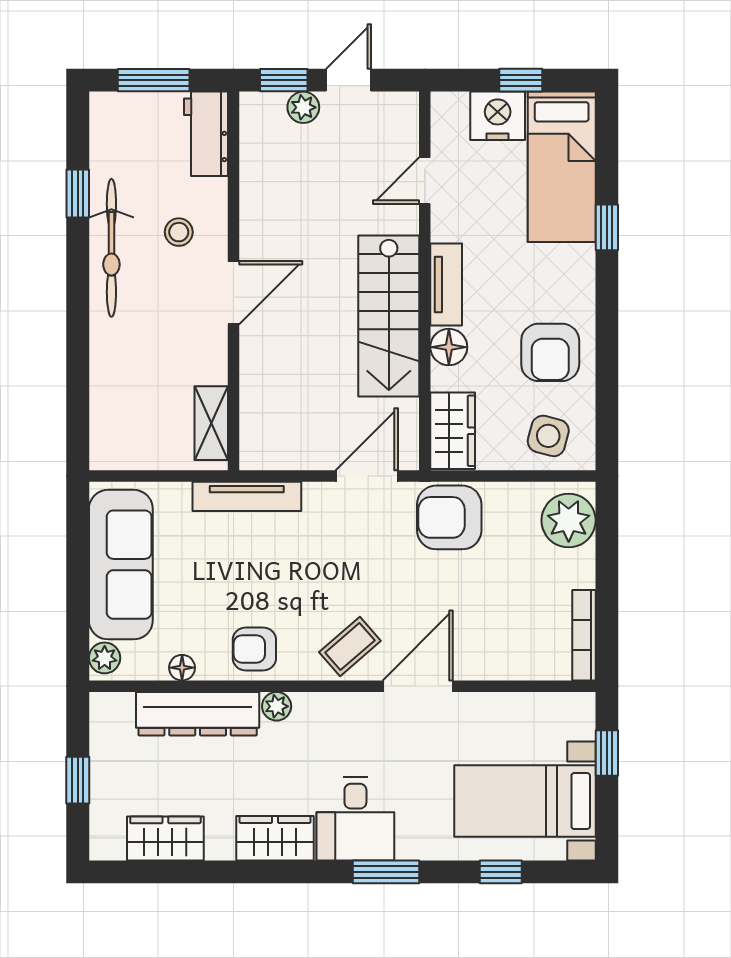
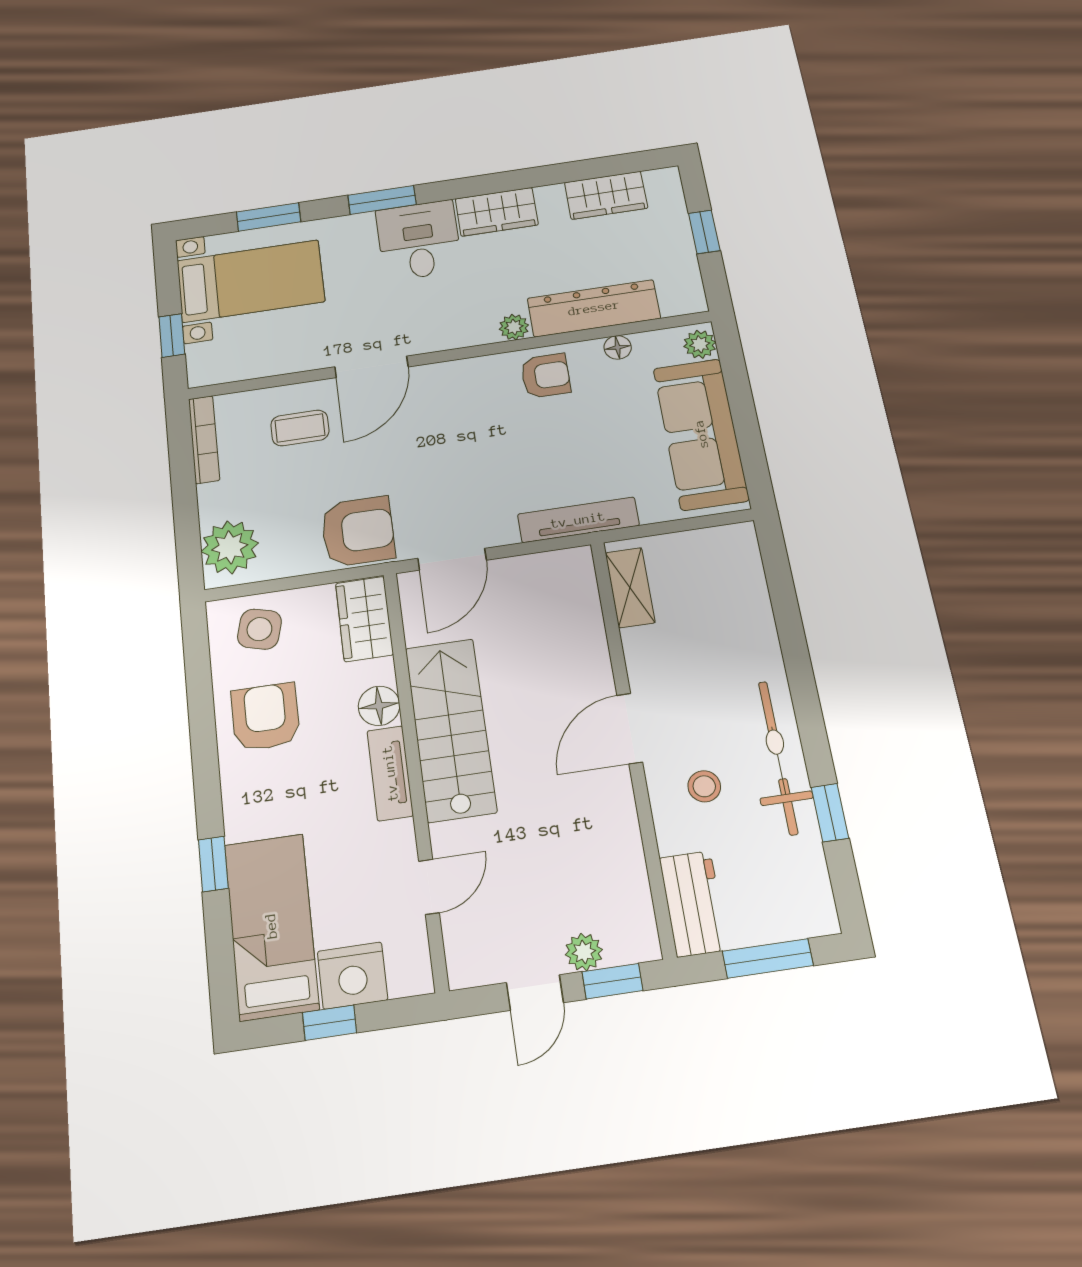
coffee table: (350, 646) -> (300, 428), moved, turned 41
window: (501, 872) -> (269, 217), width x1.50

